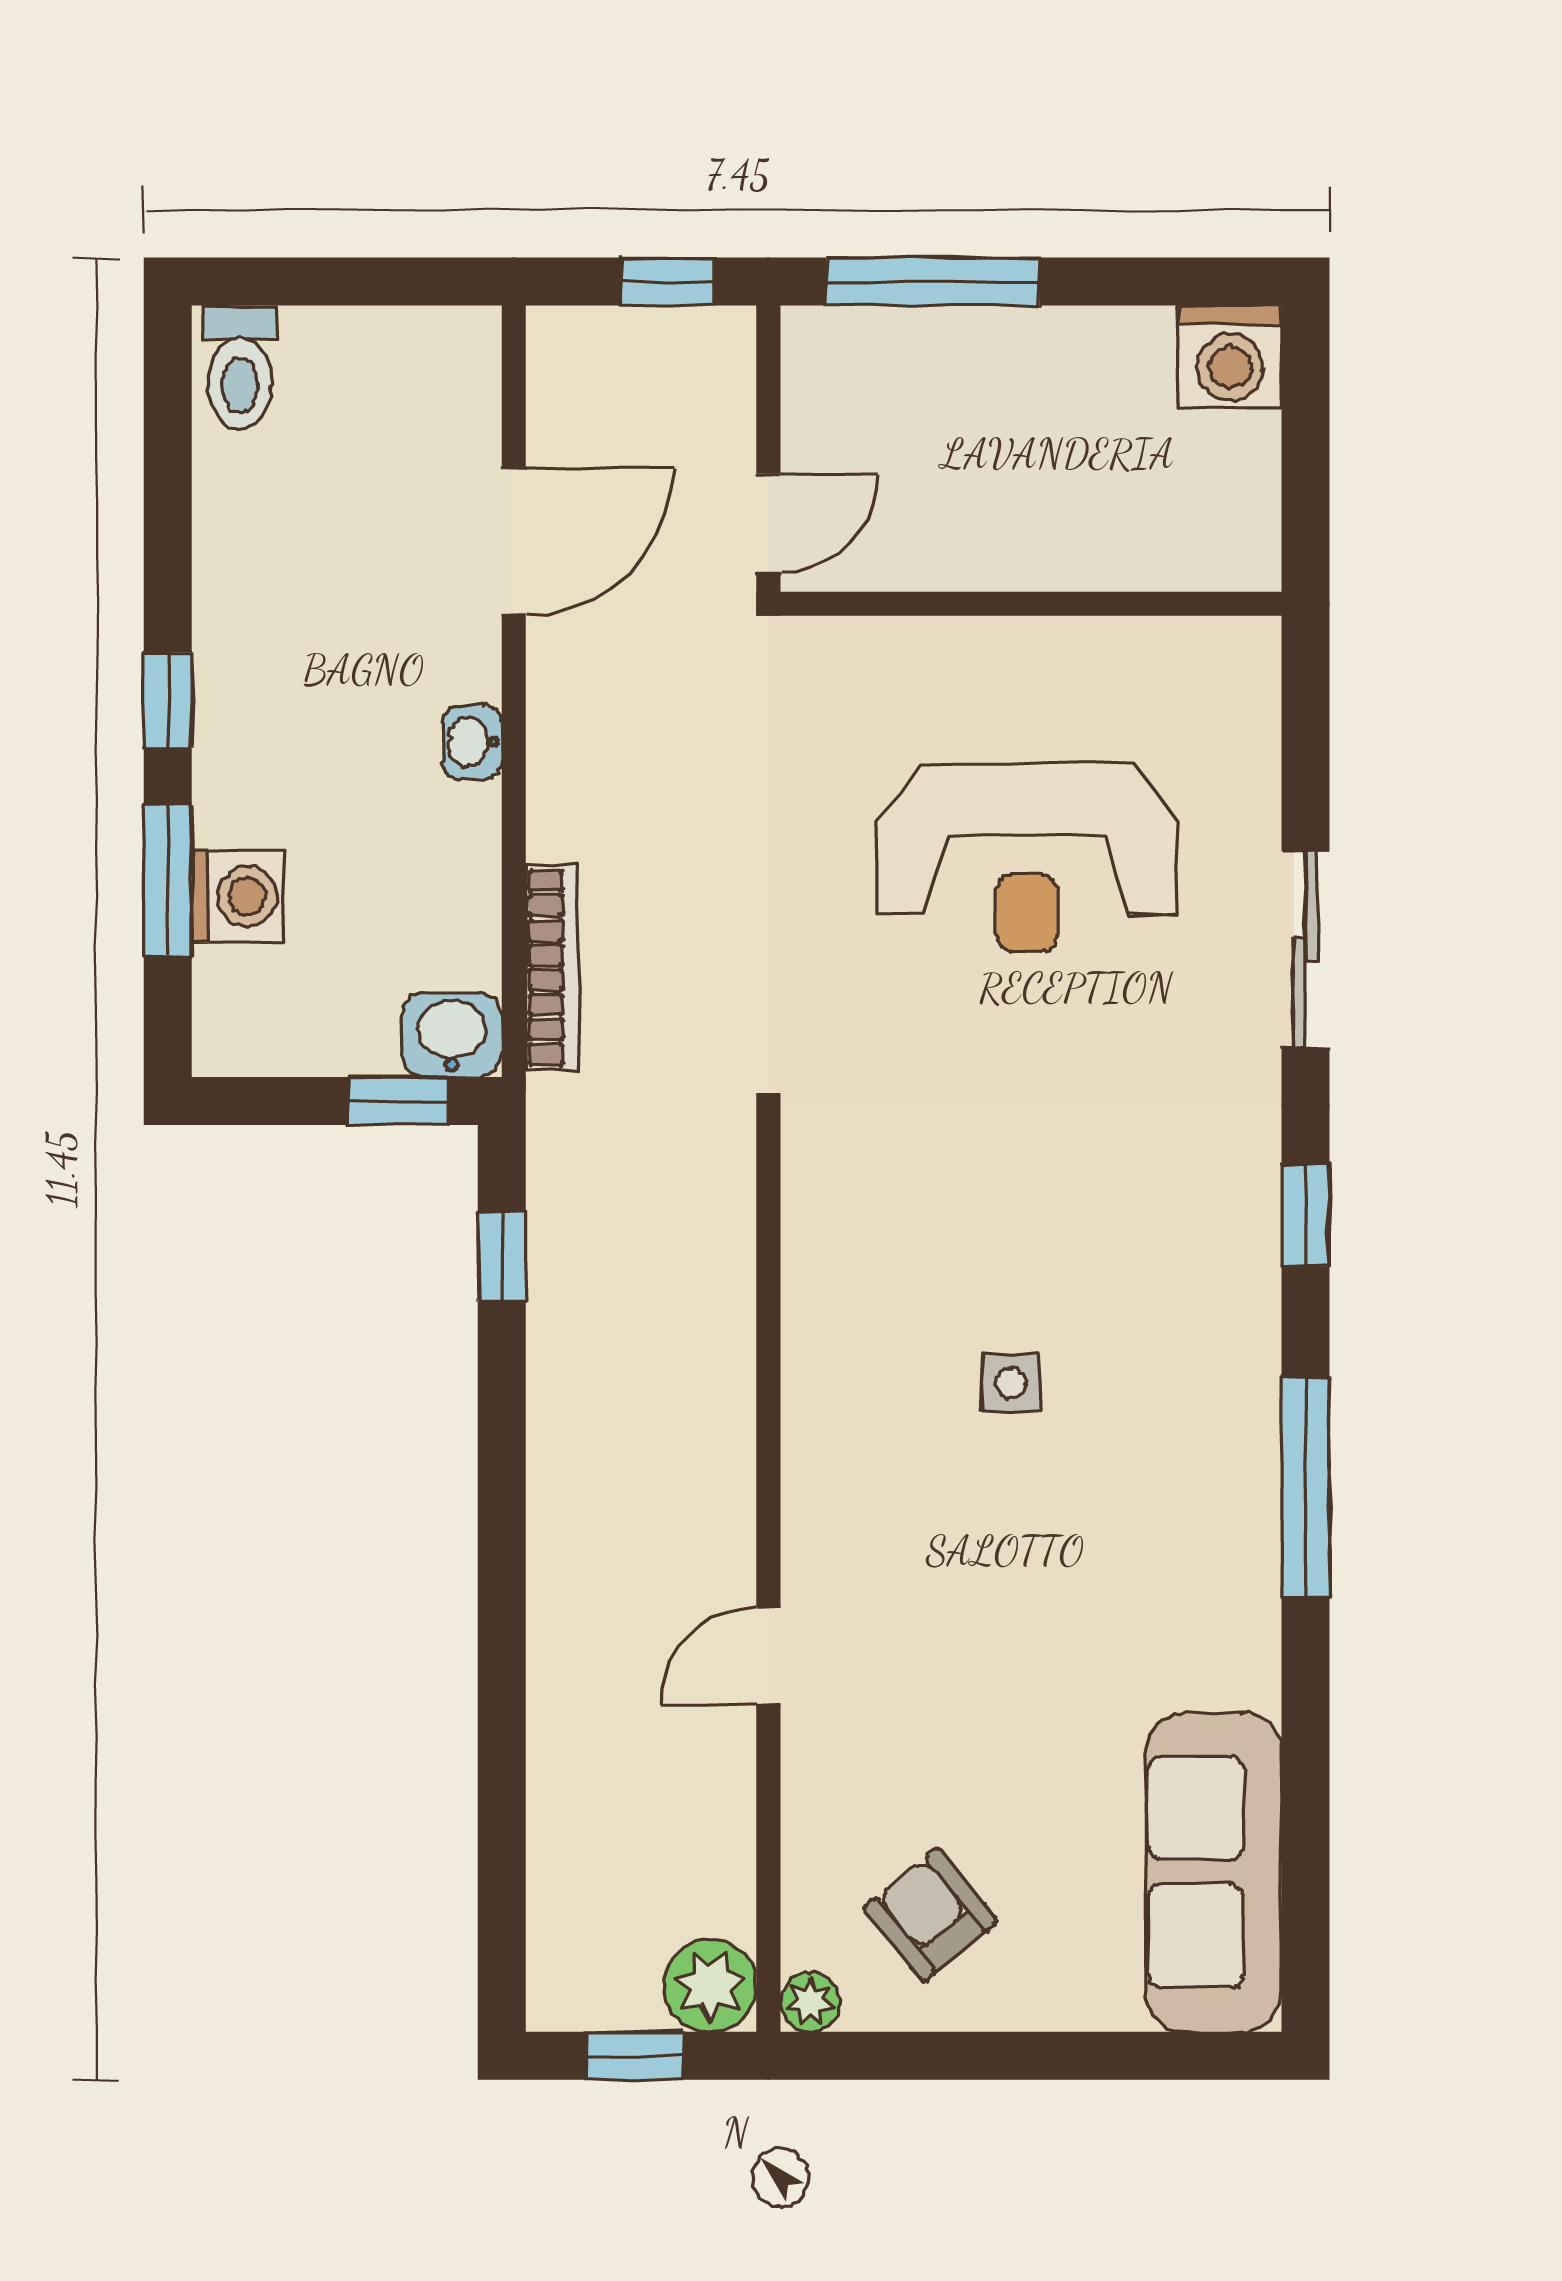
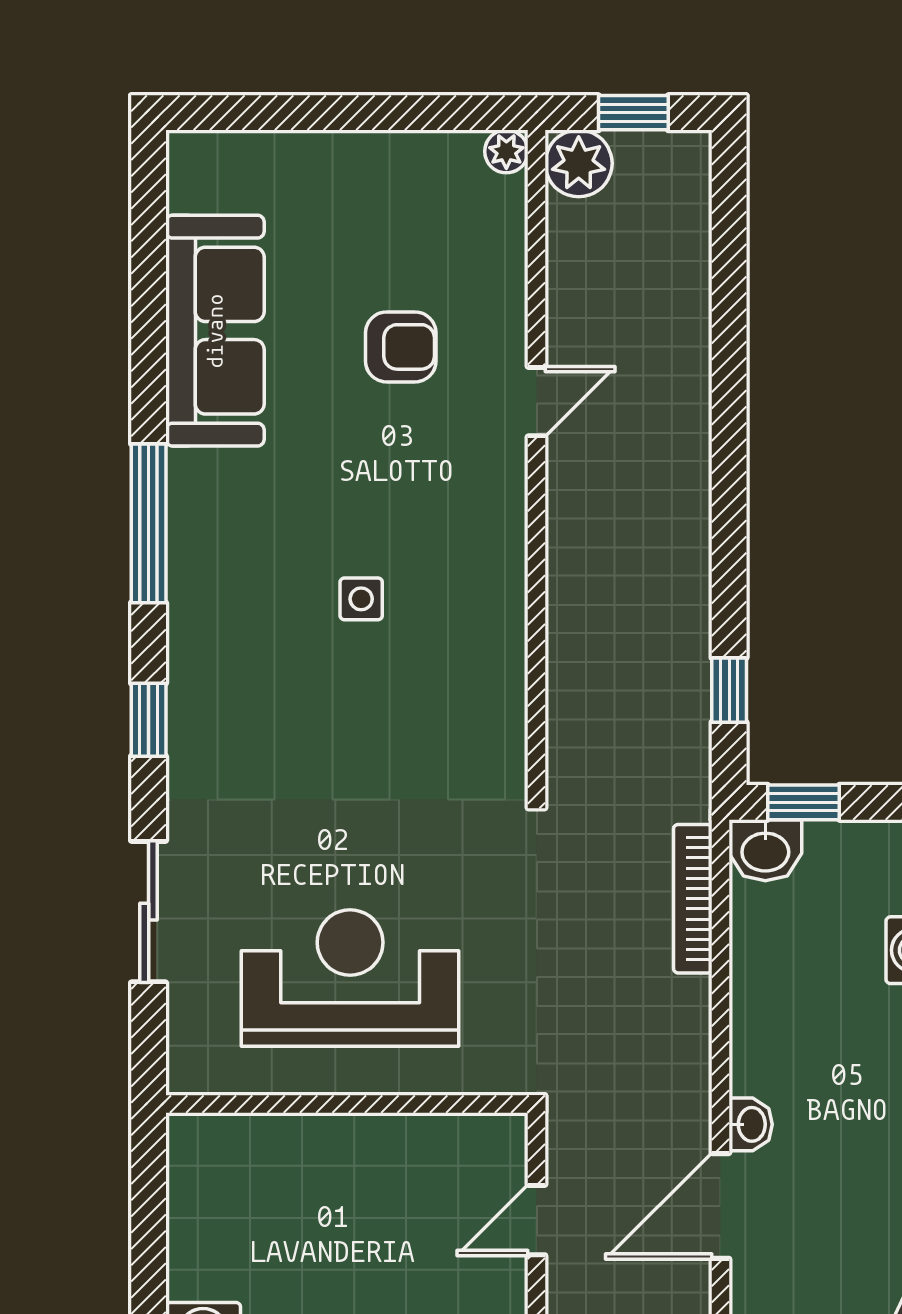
wall: (1031, 604) -> (347, 1104), moved
washbasin: (472, 742) -> (751, 1124), moved
sofa: (1214, 1872) -> (215, 331), moved
armchair: (931, 1915) -> (401, 347), moved, turned -51

